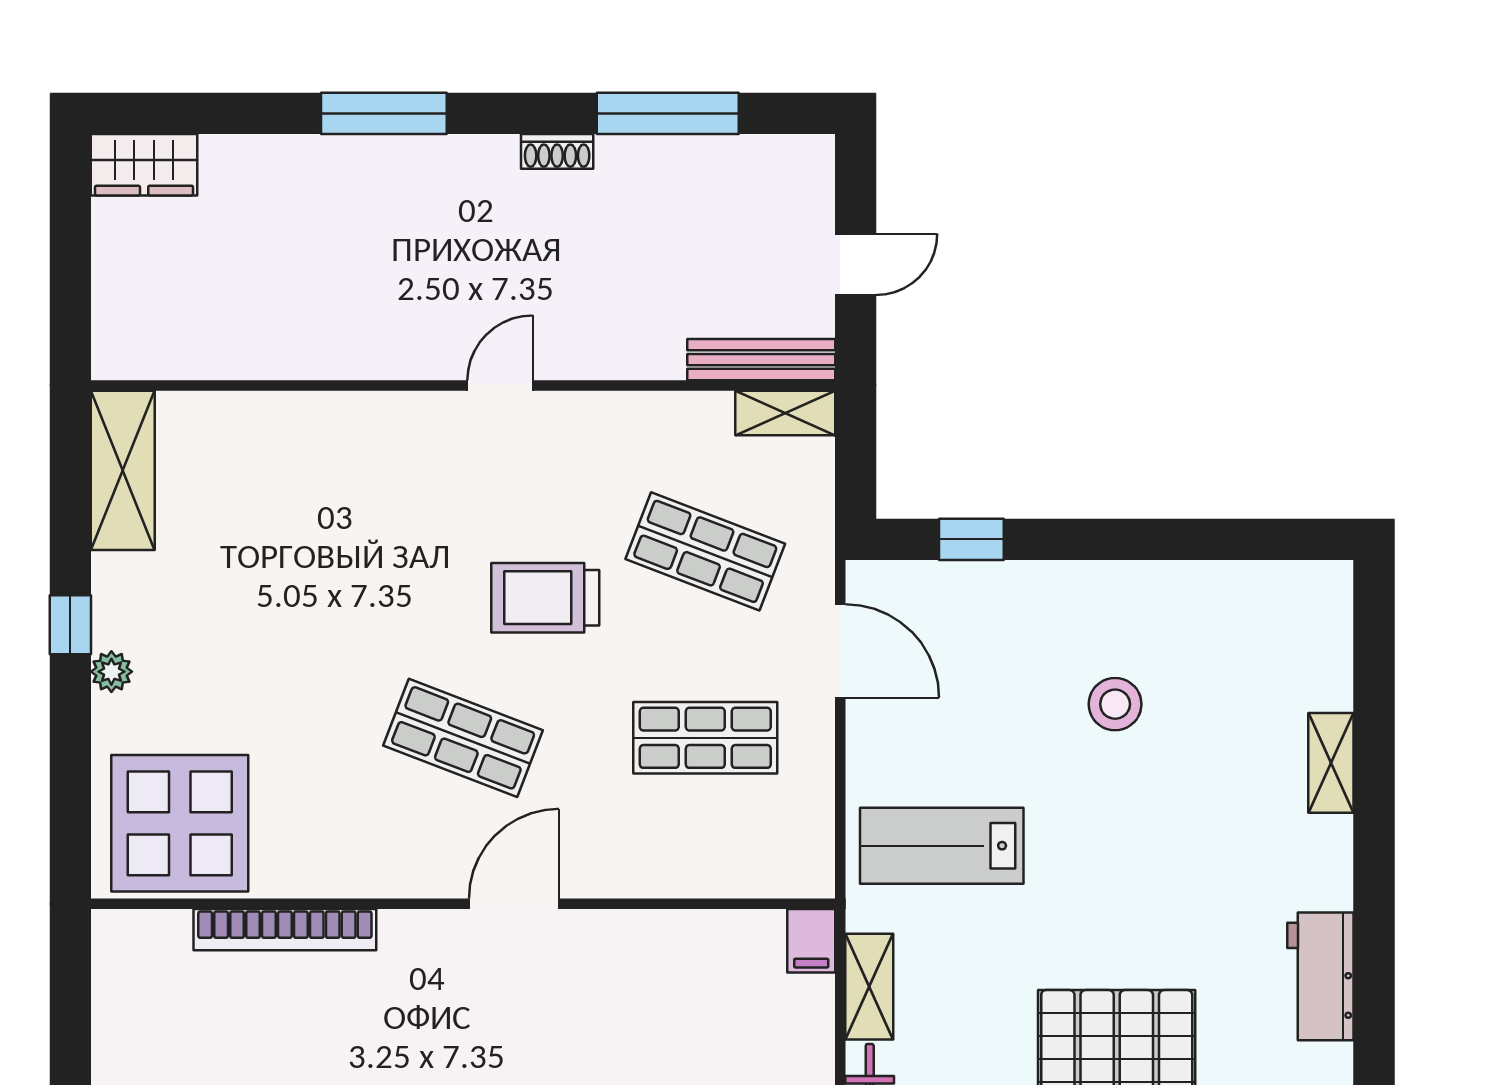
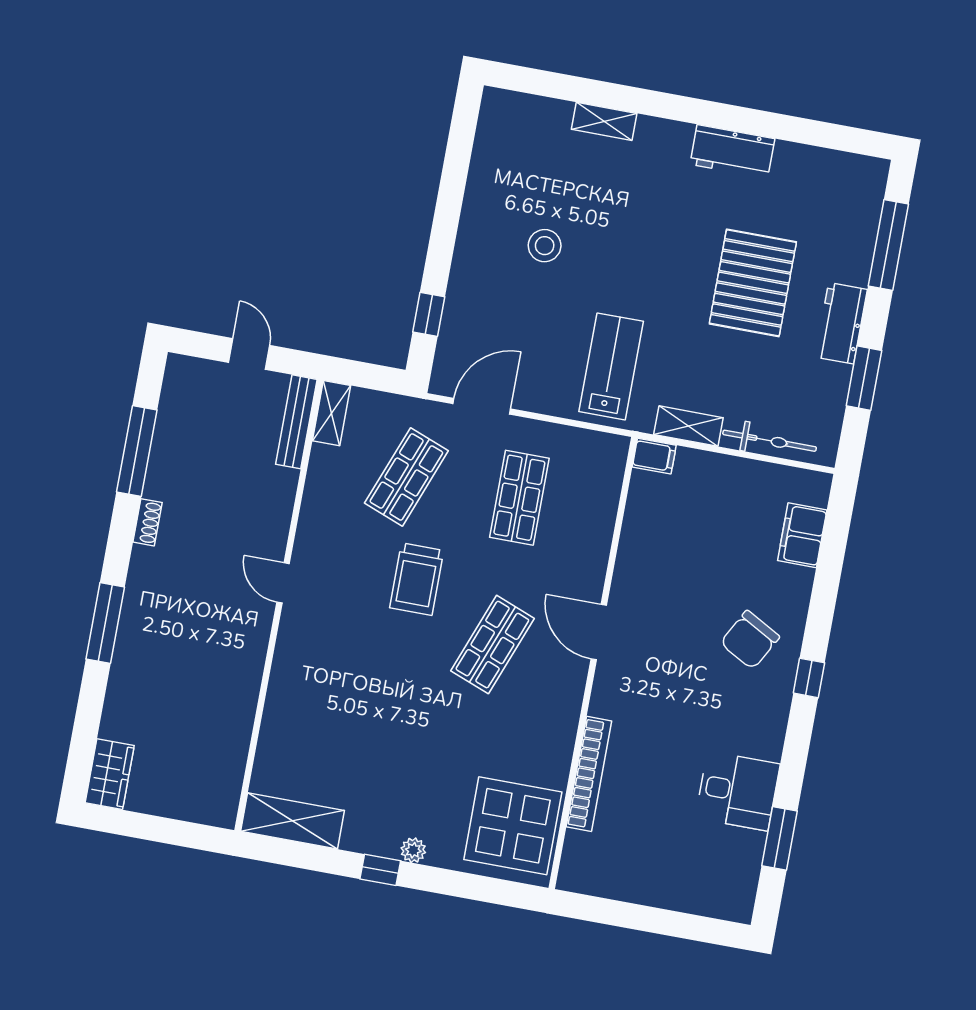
lab bench: (942, 846) -> (611, 366), turned 180

